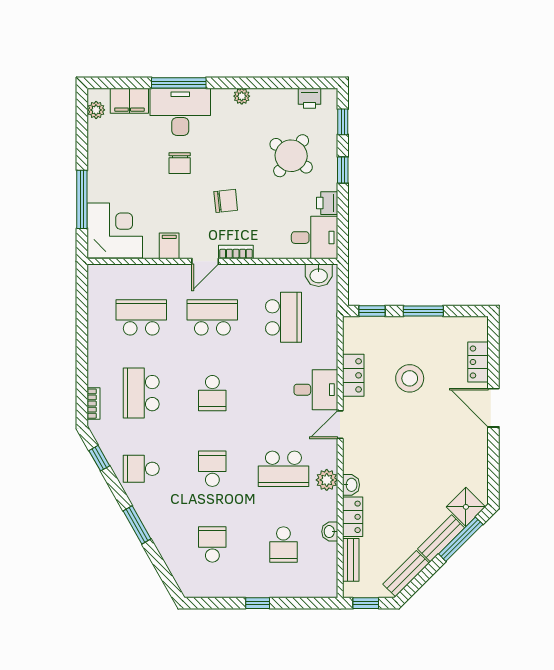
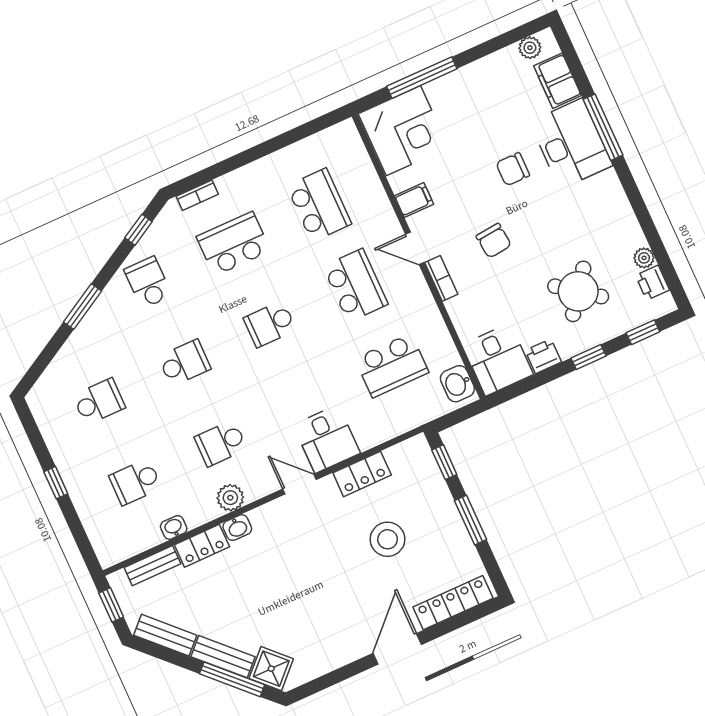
plant: (242, 96) -> (644, 258), moved
locker: (478, 362) -> (453, 603), width x1.53
school desk: (283, 469) -> (221, 443), width x0.54

